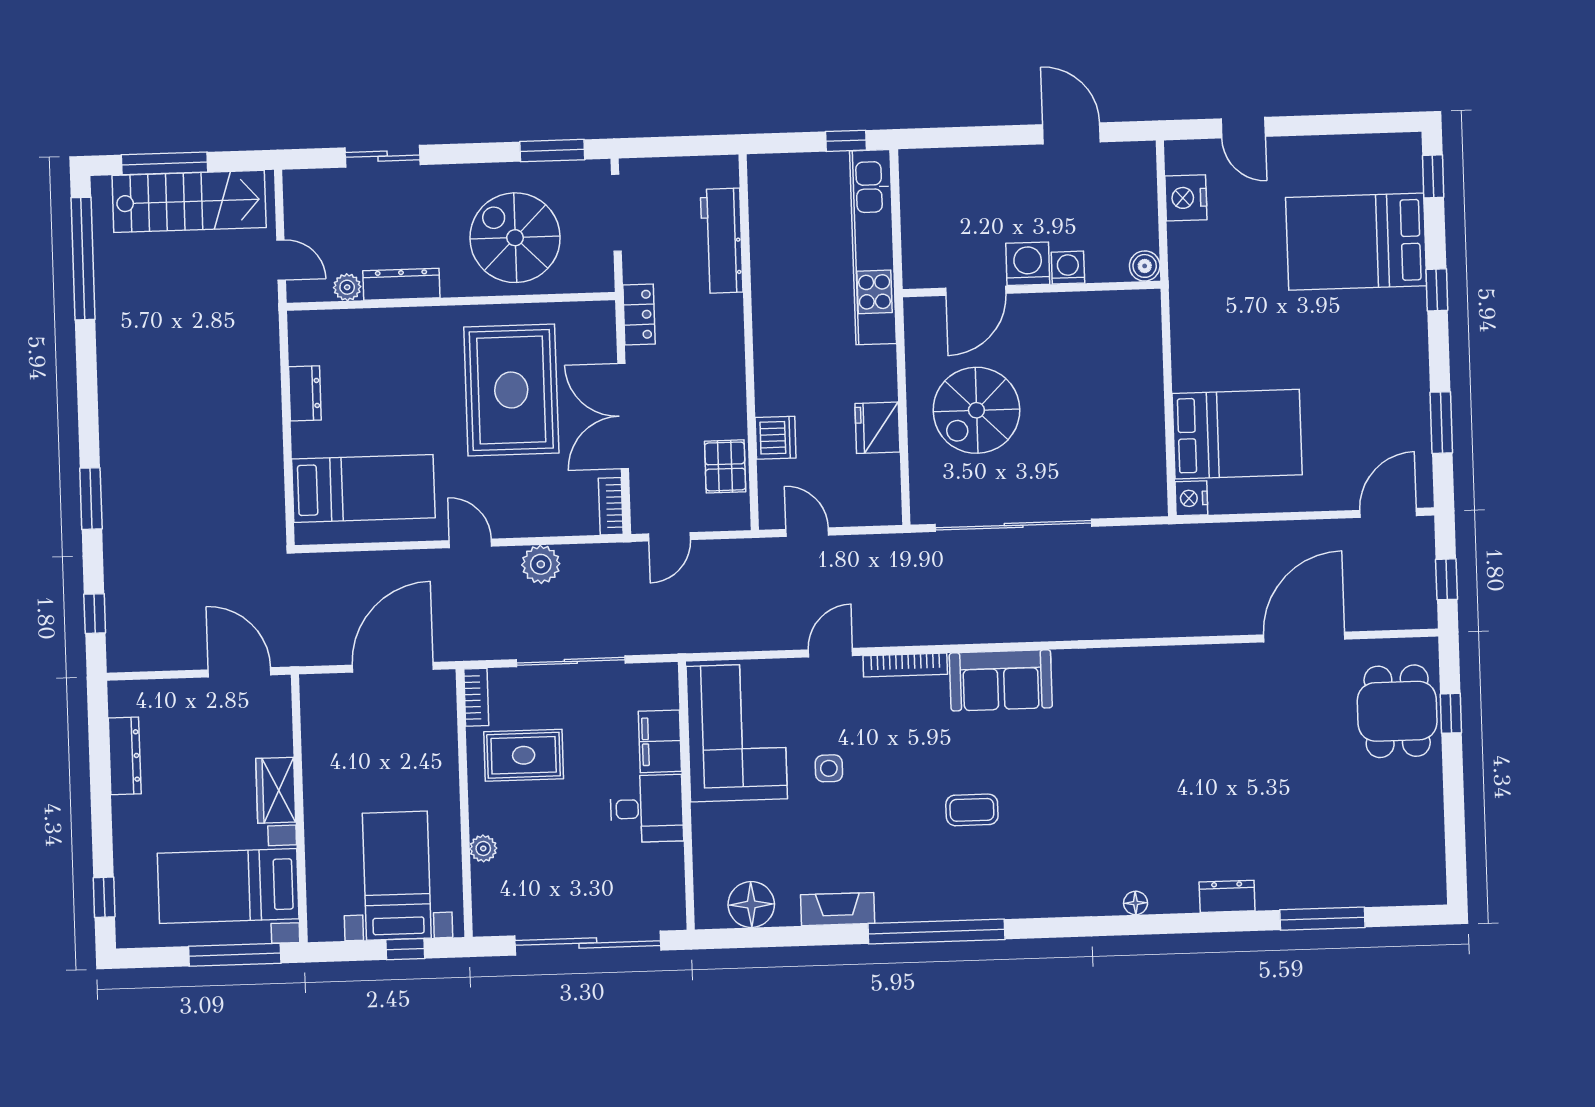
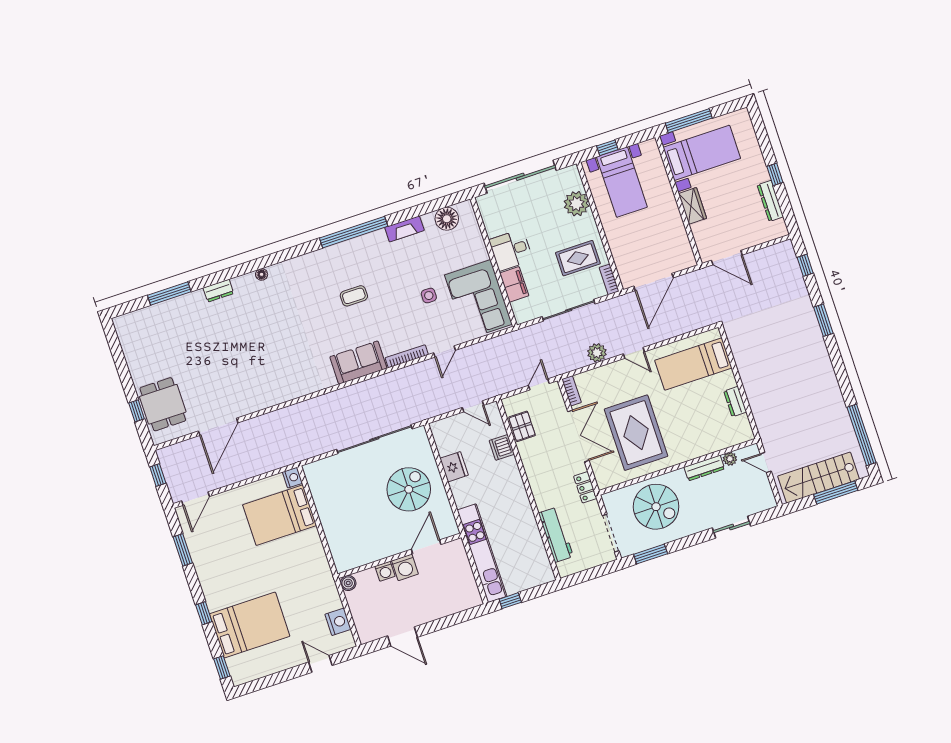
plant: (483, 848) -> (577, 204), width x1.88, depth x1.88
window: (104, 897) -> (775, 174), moved

